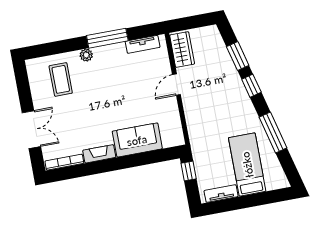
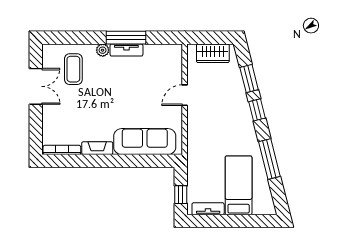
tv unit: (143, 44) -> (126, 50), moved
wardrobe: (182, 49) -> (213, 53), moved, turned 90
double door: (31, 130) -> (36, 86), moved
sofa: (137, 140) -> (145, 142), width x1.36
window: (189, 171) -> (181, 195), moved

